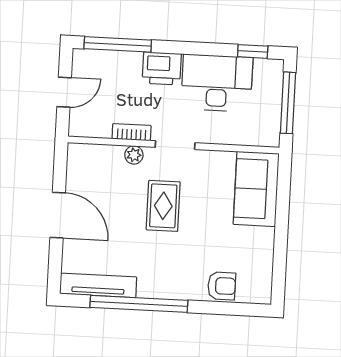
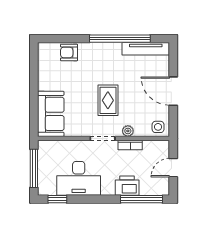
printer: (162, 68) -> (127, 186), moved
side table: (85, 159) -> (158, 127), added

